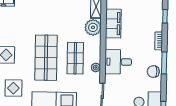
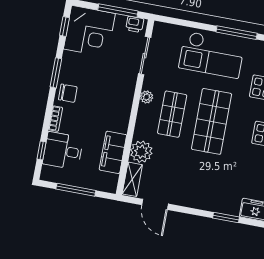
desk: (118, 62) -> (63, 151), moved, turned 180
window: (164, 63) -> (56, 73), moved
chair: (153, 72) -> (68, 93), moved

